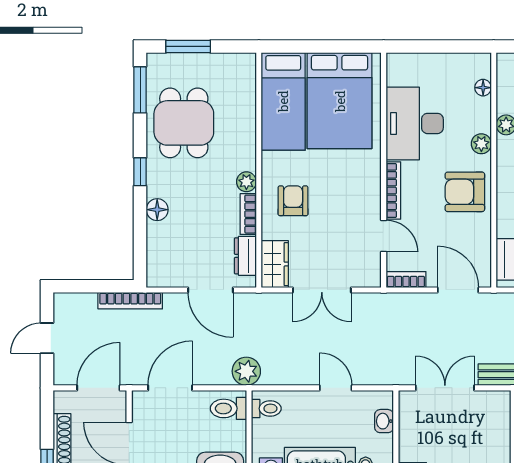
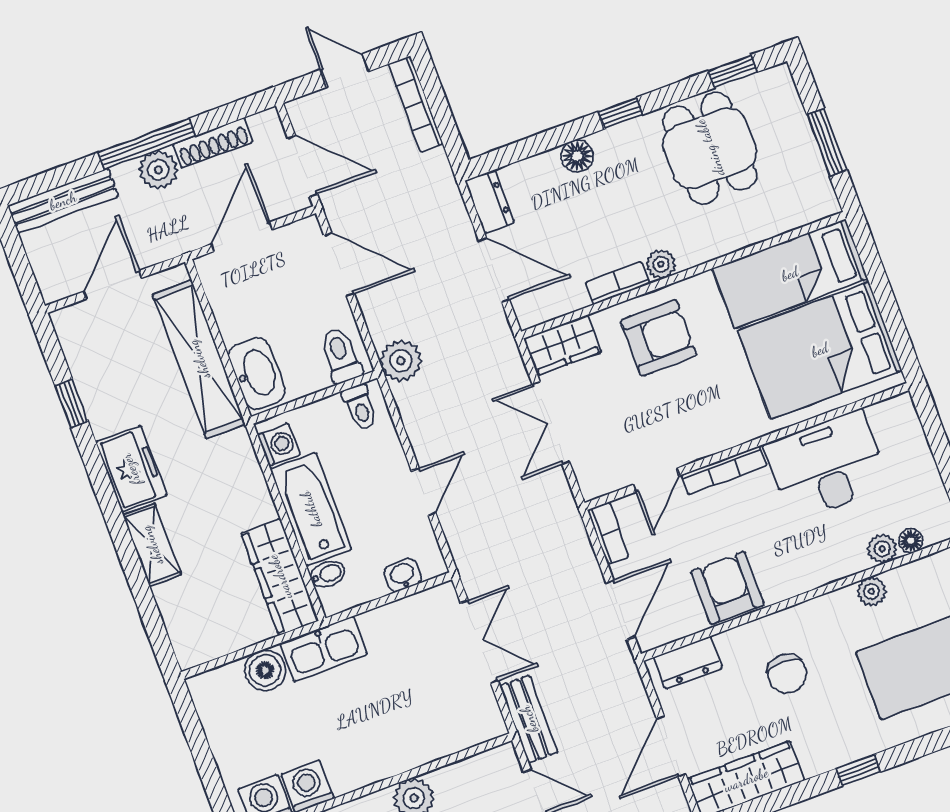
window: (188, 46) -> (827, 142), moved
window: (140, 90) -> (733, 71), width x0.67
dining table: (184, 123) -> (710, 148), turned 90
plant: (481, 144) -> (882, 549), moved
armchair: (465, 192) -> (728, 588), moved
armchair: (293, 201) -> (659, 338), width x1.38, depth x1.38
dresser: (245, 256) -> (490, 202), moved, turned 90
door: (211, 290) -> (494, 270), swing flipped
bookcase: (130, 301) -> (416, 104), moved

